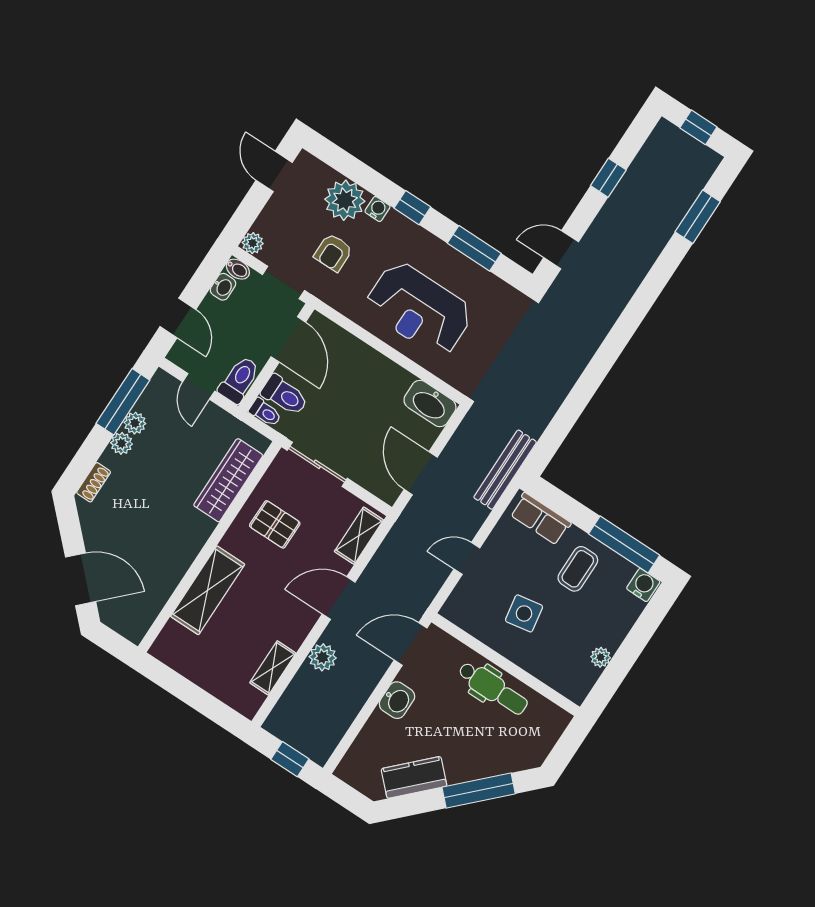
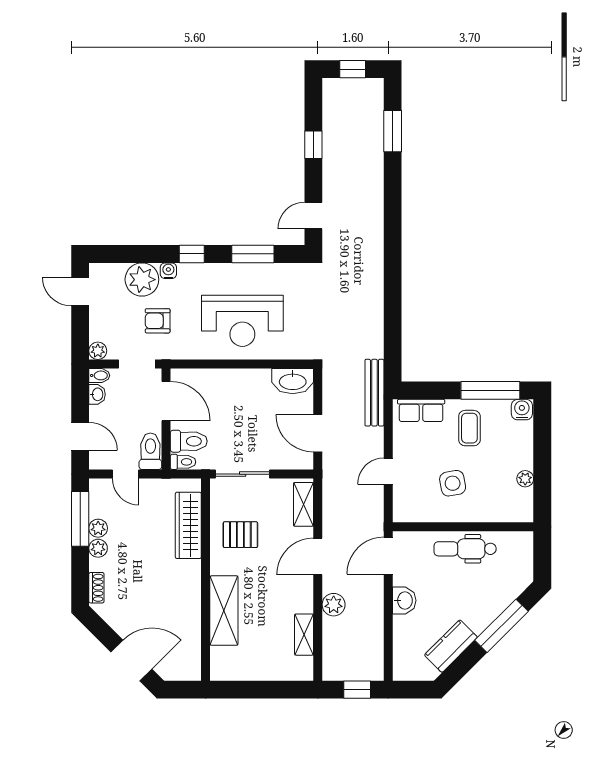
armchair: (333, 253) -> (158, 321), turned 90
dental chair: (493, 688) -> (465, 549), turned 180

